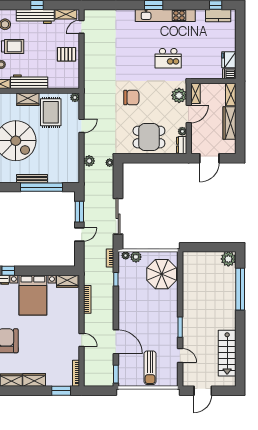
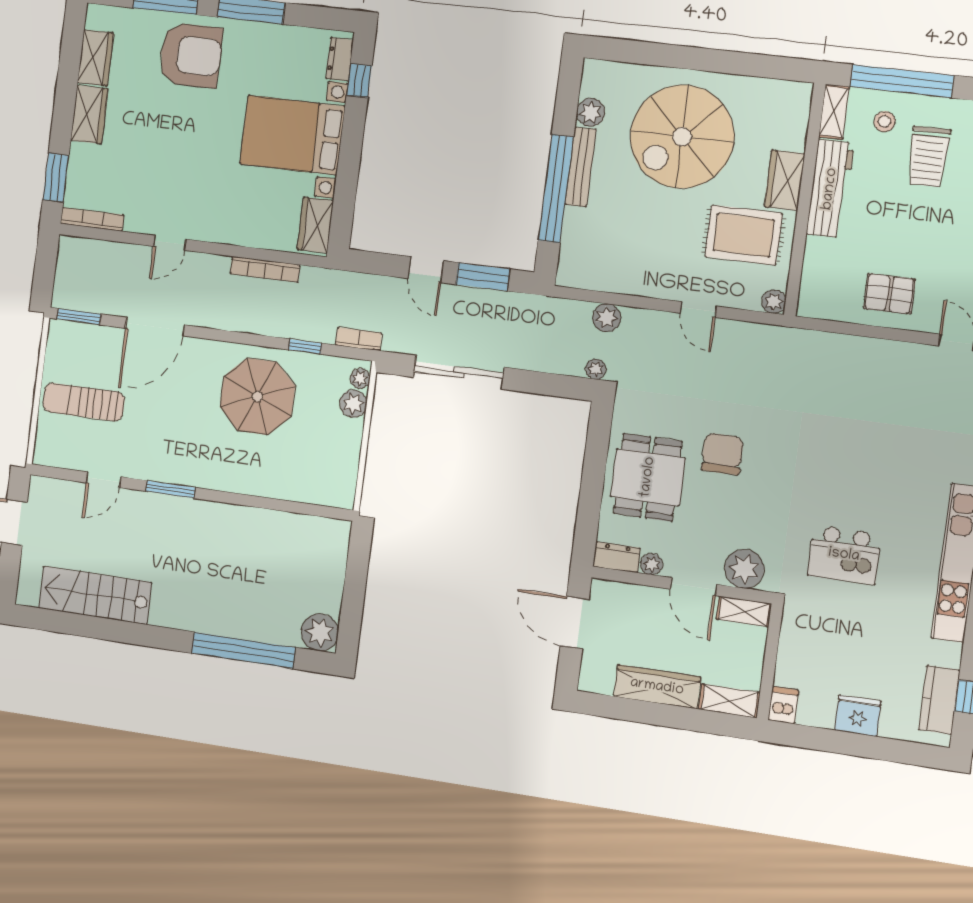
pallet: (66, 54) -> (889, 294), turned 90
kitchen island: (168, 58) -> (844, 555), turned -90
fridge: (229, 60) -> (858, 716), moved
chair: (131, 98) -> (722, 454), moved, turned 180
plant: (10, 177) -> (591, 112), added
parasol: (162, 274) -> (257, 396), moved

